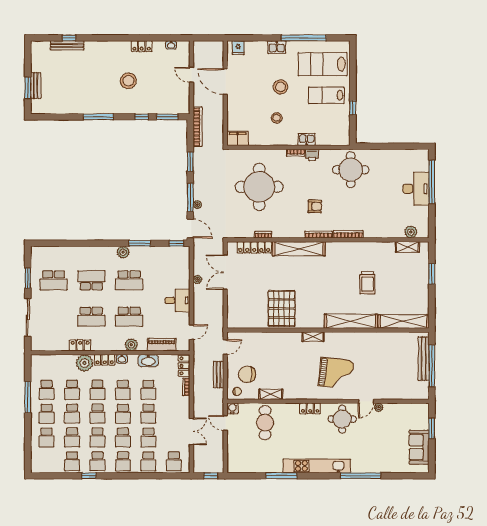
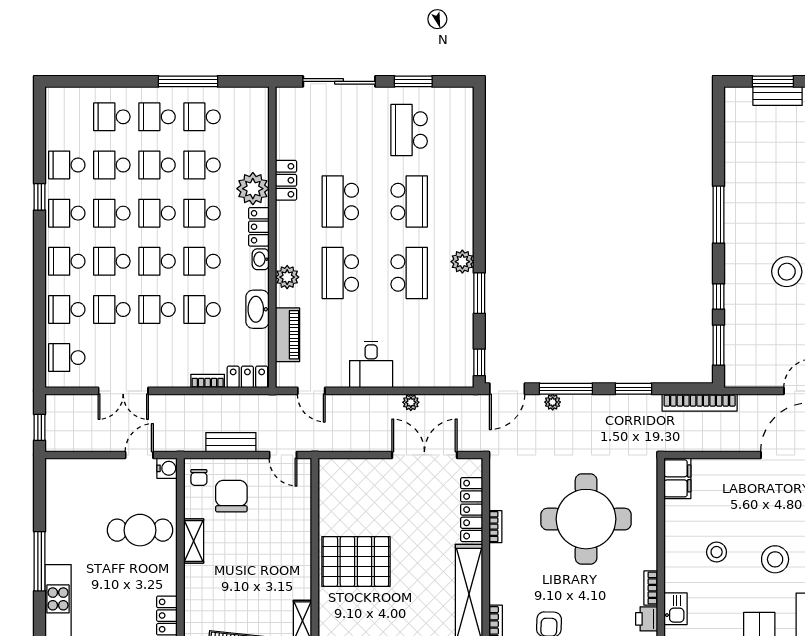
school desk: (129, 280) -> (409, 273), turned 180

